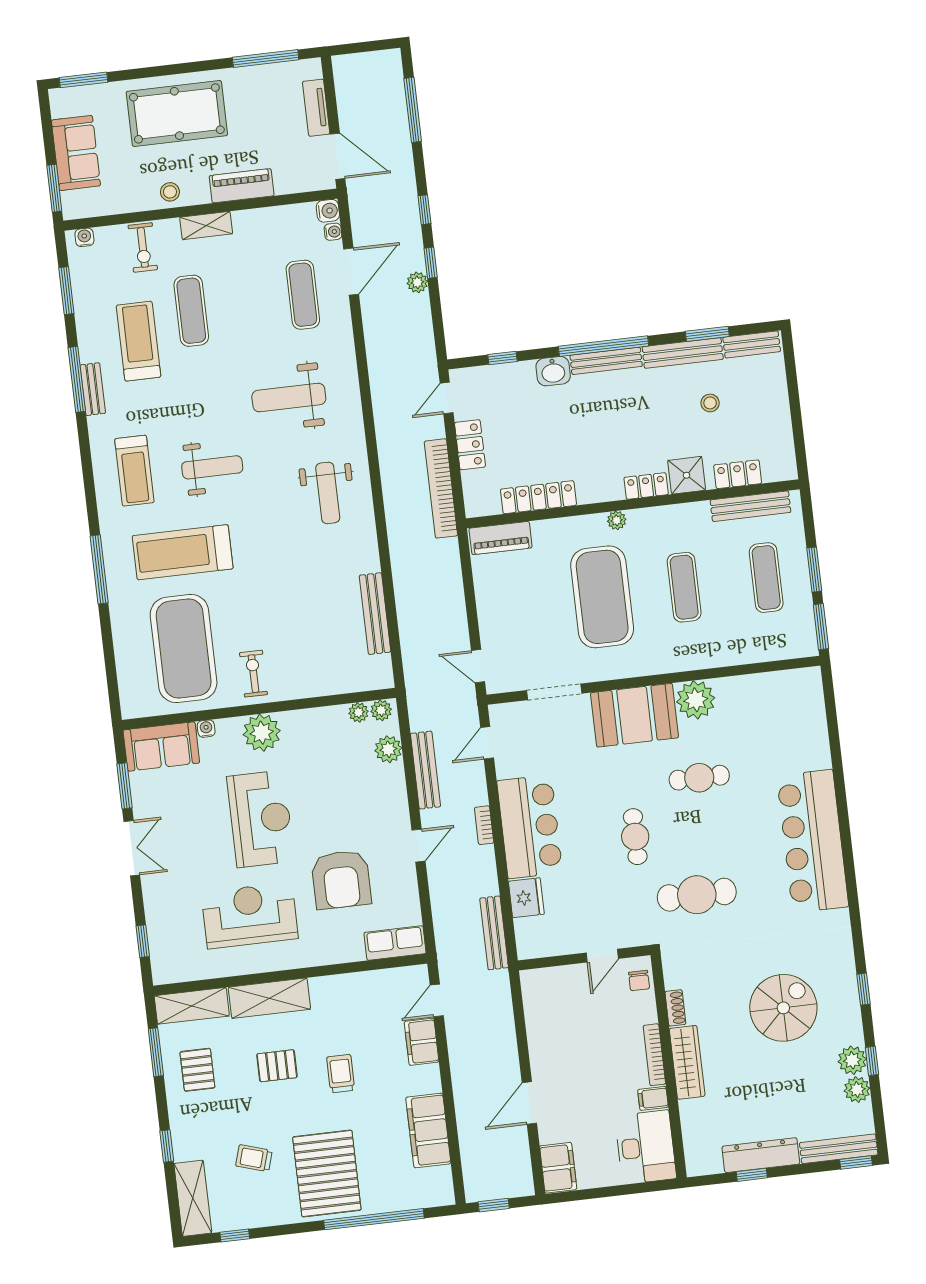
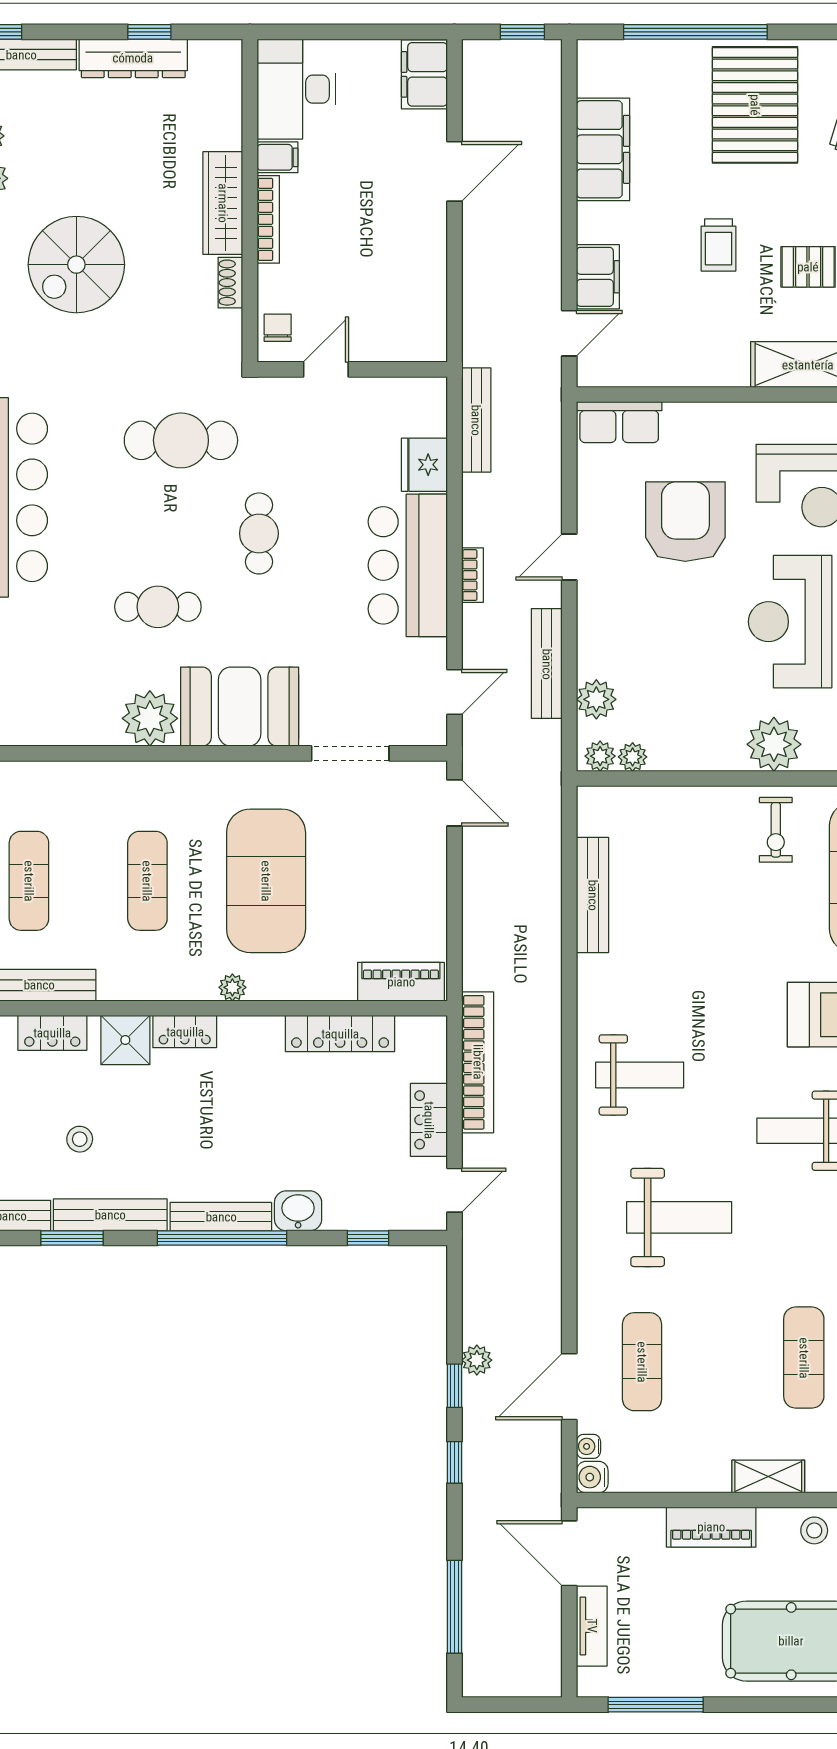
weight bench: (328, 493) -> (640, 1075), turned 90

